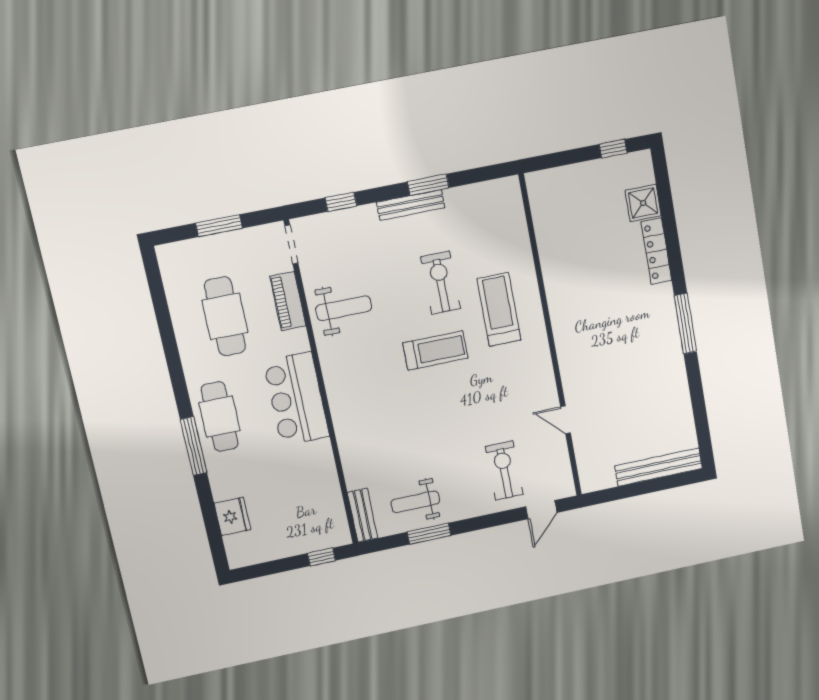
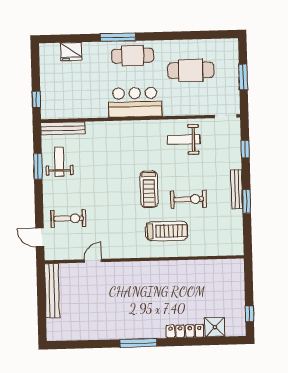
piano: (288, 301) -> (193, 108), removed
weight bench: (344, 308) -> (184, 140), turned 90
bench: (659, 467) -> (52, 291), moved
bench: (363, 515) -> (63, 128), width x1.36

